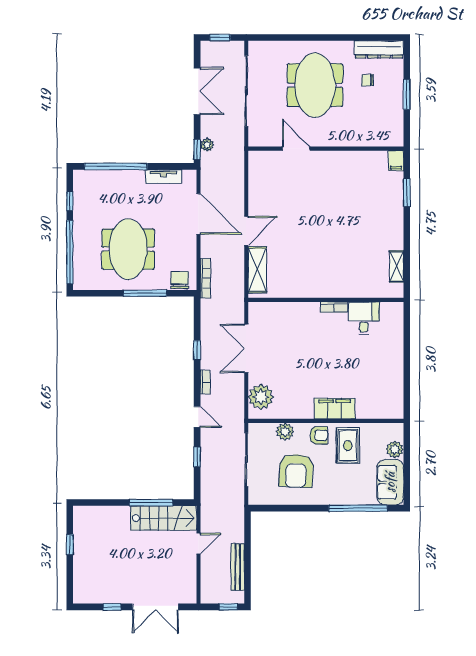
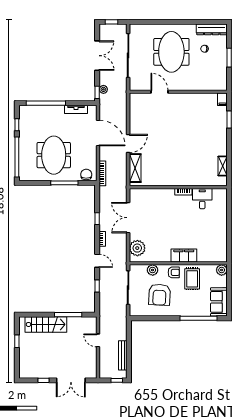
plant: (395, 449) -> (222, 270), moved
stairs: (164, 518) -> (46, 324), moved
door: (198, 543) -> (98, 340), swing flipped

